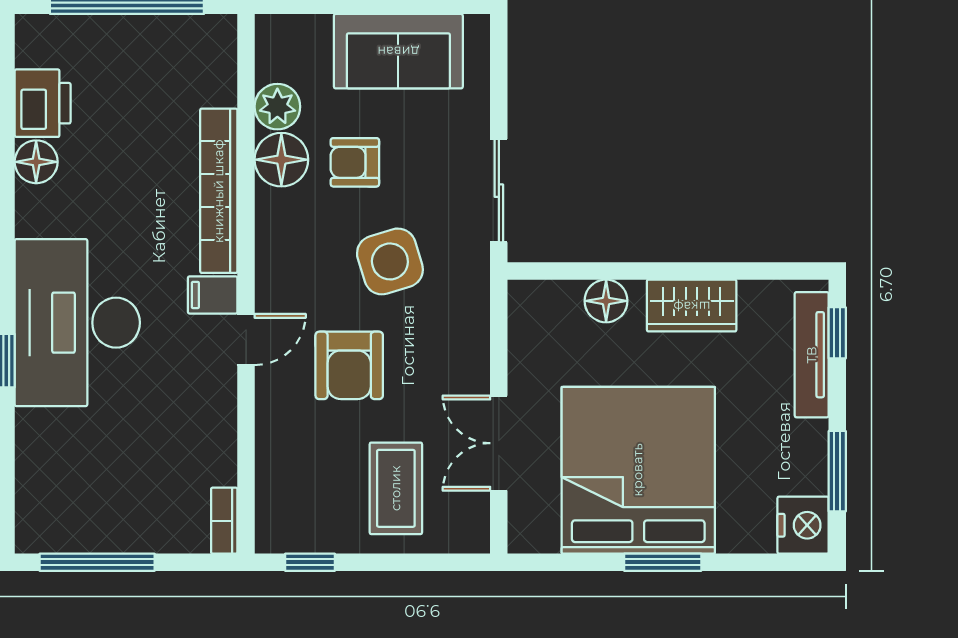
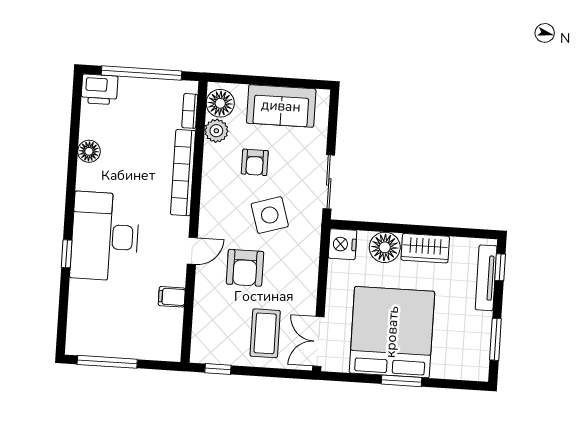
printer: (43, 103) -> (99, 89), moved, turned 90
floor lamp: (281, 160) -> (220, 103), moved
armchair: (355, 162) -> (255, 162), turned -90
filing cabinet: (213, 295) -> (172, 297), moved
floor lamp: (606, 301) -> (385, 247), width x1.38, depth x1.38
double door: (499, 443) -> (318, 342), moved
bookcase: (224, 521) -> (190, 111), moved
nightstand: (803, 525) -> (343, 244), moved, turned 180

